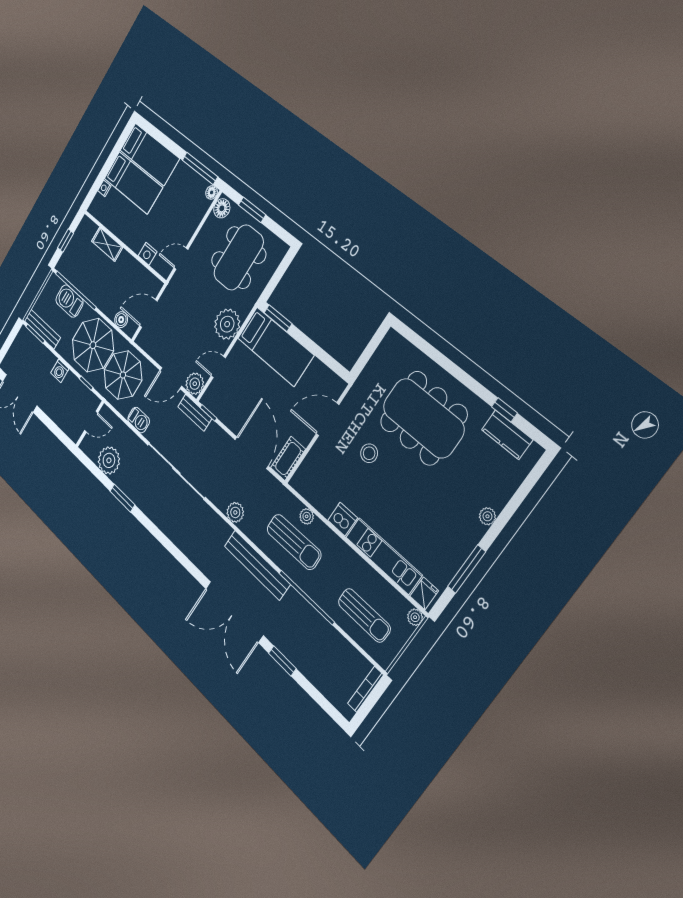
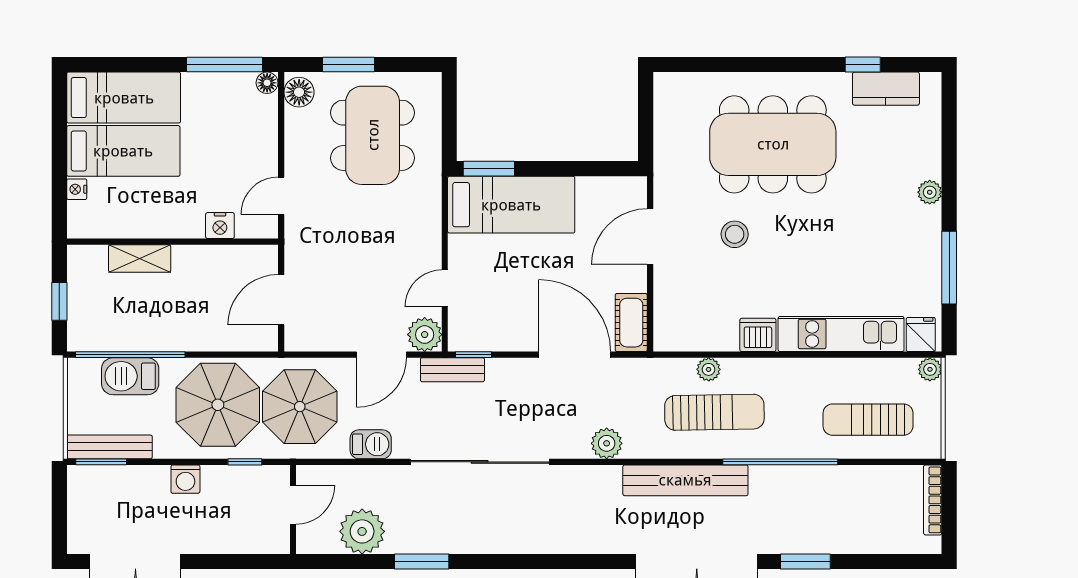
boiler: (121, 320) -> (241, 339), removed
plant: (227, 324) -> (418, 227), removed
sun lounger: (364, 615) -> (868, 420), turned 180

